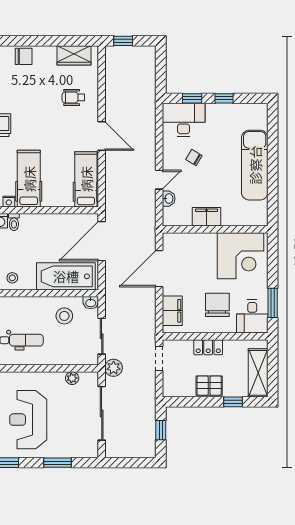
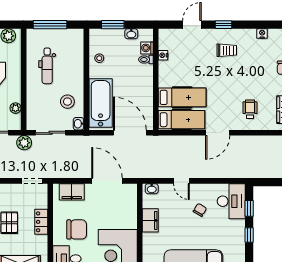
hospital bed: (29, 179) -> (182, 97), moved
washbasin: (169, 199) -> (152, 189), moved

